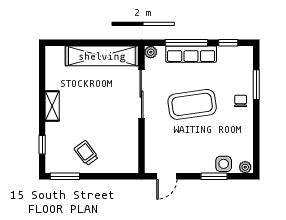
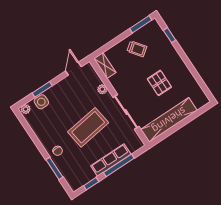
plant: (151, 52) -> (102, 89), moved
pallet: (86, 102) -> (159, 83), added
shelving: (52, 106) -> (105, 65), moved

